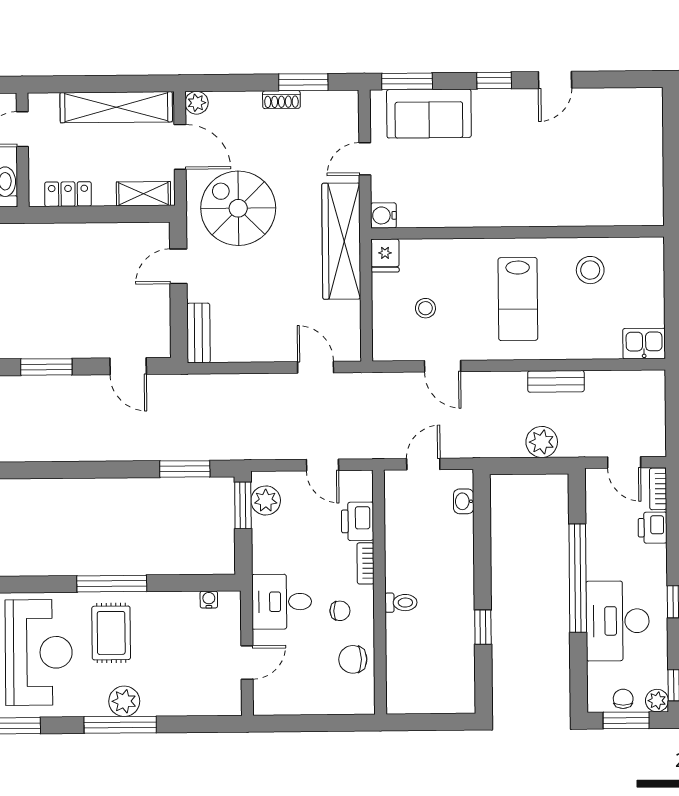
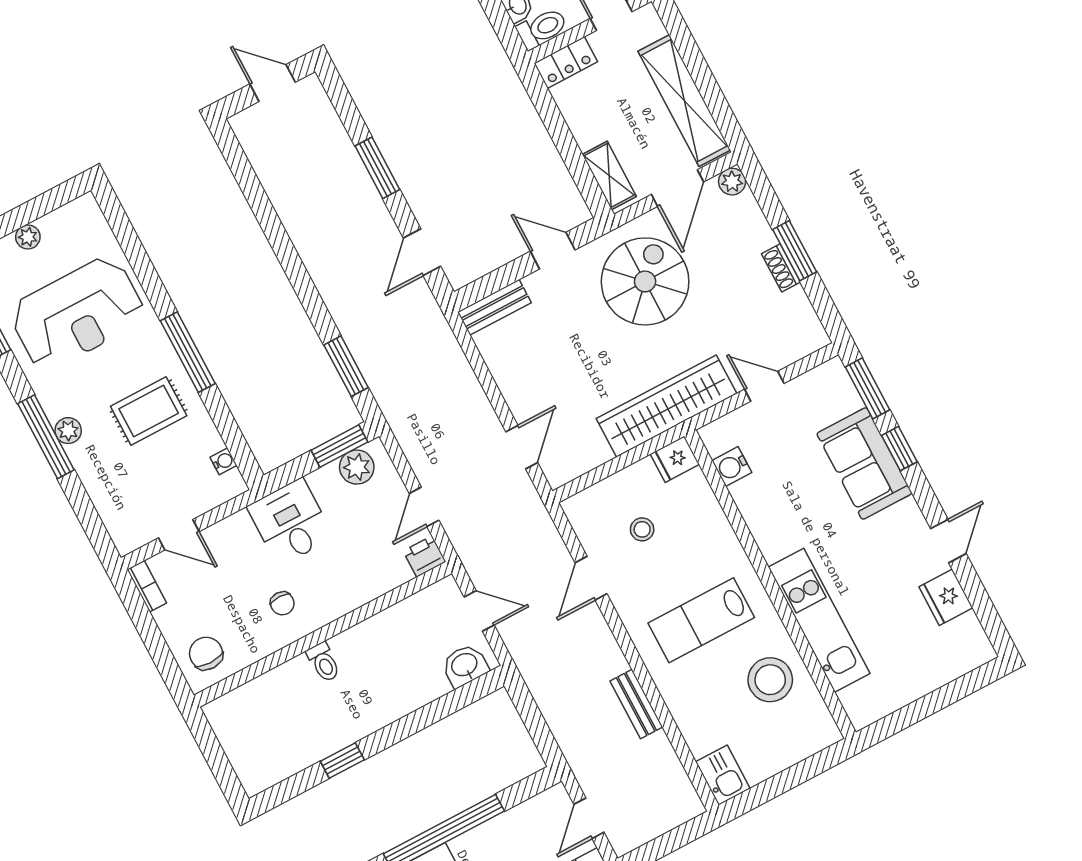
door: (555, 80) -> (948, 541), swing flipped
window: (494, 81) -> (899, 449), moved
window: (303, 82) -> (795, 251), moved
fridge: (597, 104) -> (946, 597), added
sofa: (429, 114) -> (864, 463), moved
locker: (68, 194) -> (566, 63), moved, turned 90
kitchen unit: (564, 209) -> (819, 620), added
water cooler: (383, 215) -> (732, 467), moved, turned -90
stool: (590, 270) -> (770, 680), width x1.38, depth x1.38
plant: (542, 442) -> (566, 722), removed
washbasin: (464, 501) -> (465, 666), width x1.38, depth x1.45
printer: (358, 521) -> (424, 556), moved, width x0.73, depth x0.81
bookcase: (366, 563) -> (147, 586), moved, turned 90
desk: (282, 602) -> (290, 522), moved
rug: (111, 633) -> (149, 411), moved
chair: (353, 659) -> (206, 653), moved
plant: (124, 701) -> (68, 431), width x0.73, depth x0.73

